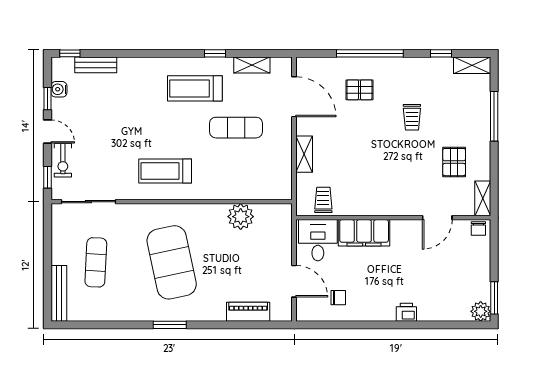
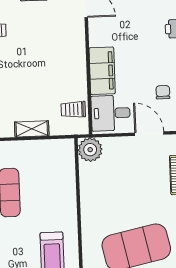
plant: (241, 217) -> (90, 150), moved
door: (294, 281) -> (149, 134), hinge flipped

